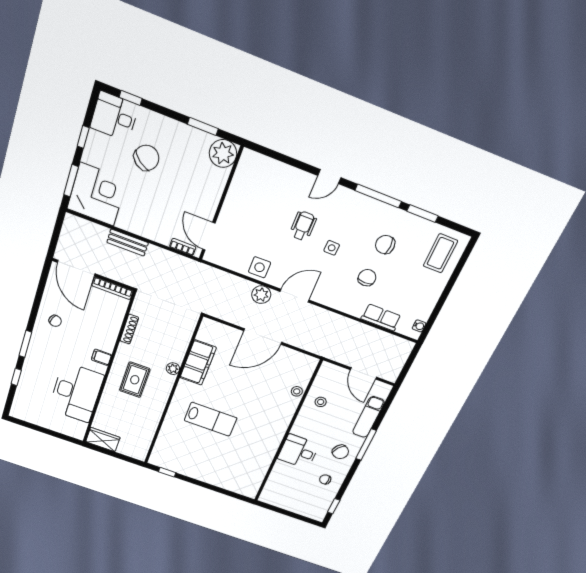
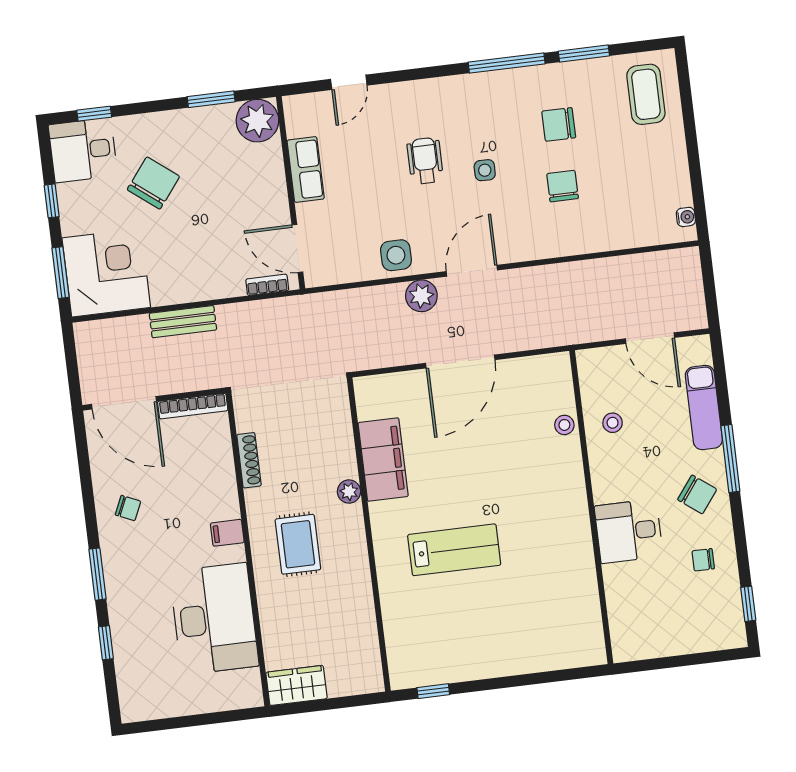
door: (329, 177) -> (349, 82), moved
row of seats: (381, 317) -> (306, 170), moved, turned 90

